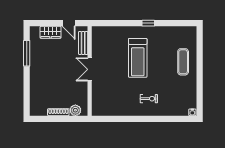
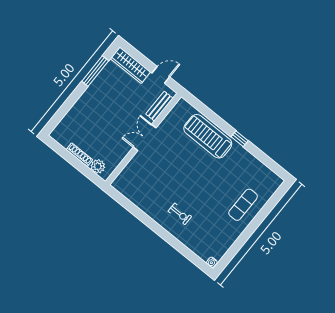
door: (69, 23) -> (161, 75), swing flipped
wardrobe: (51, 32) -> (131, 65), width x1.50
treadmill: (138, 58) -> (208, 136), moved, turned 90

